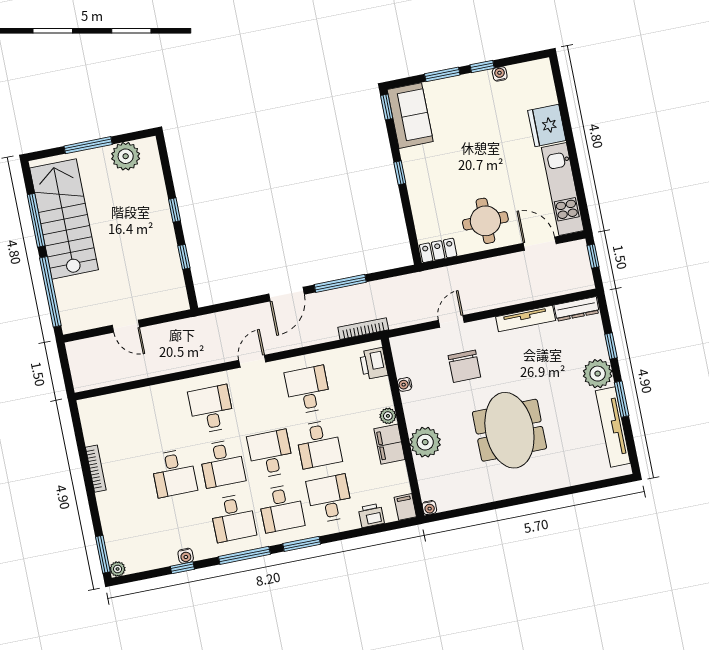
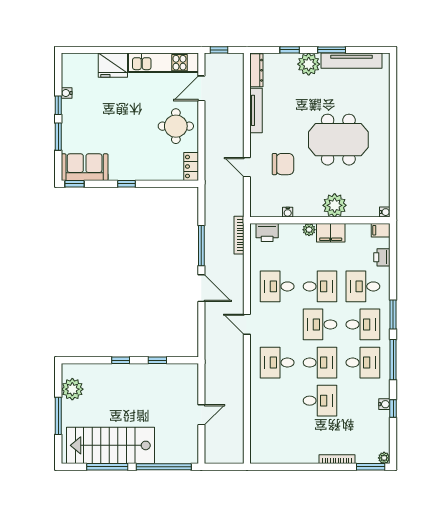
bookcase: (96, 469) -> (337, 459), moved

